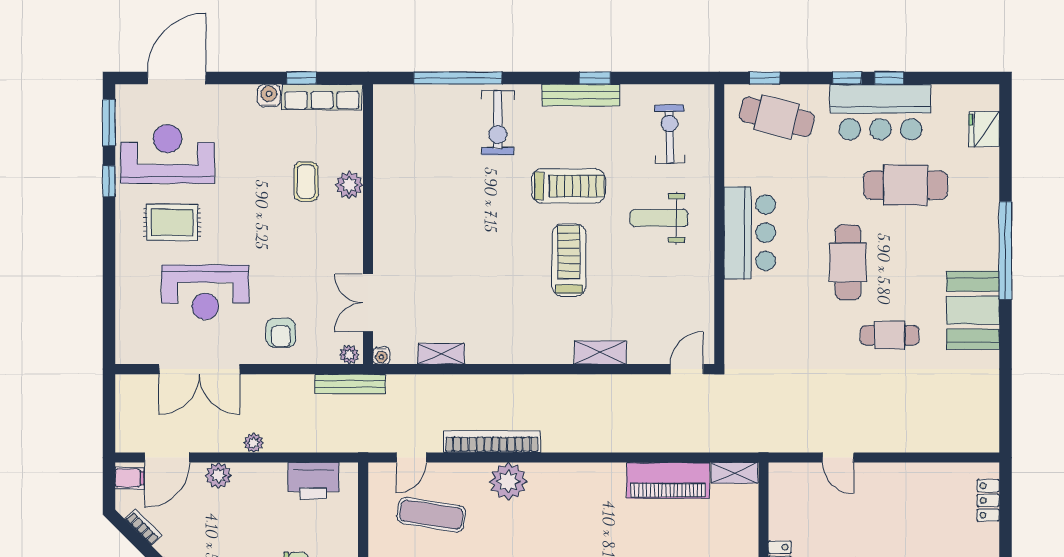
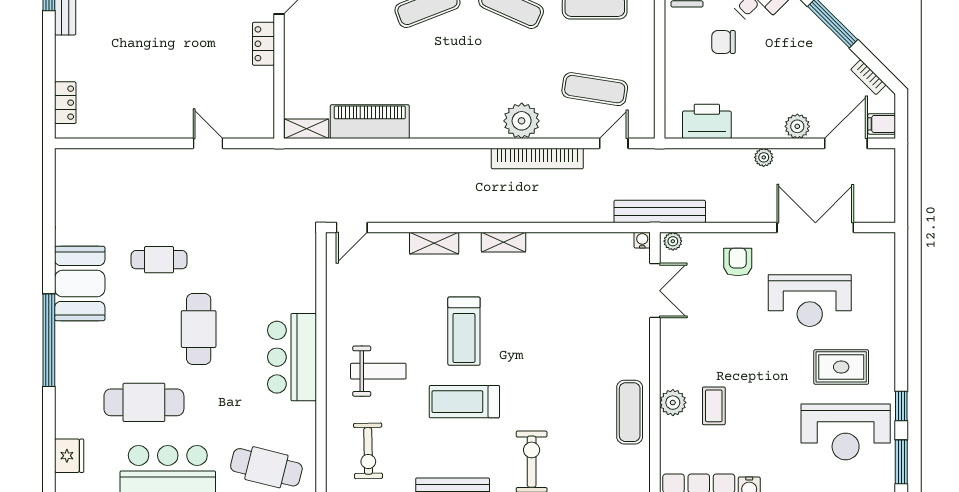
exercise mat: (395, 175) -> (630, 412), added
reception desk: (205, 292) -> (810, 301), turned 180
shelving: (441, 354) -> (503, 242), moved
bench: (350, 384) -> (660, 211), width x1.37, depth x1.21

